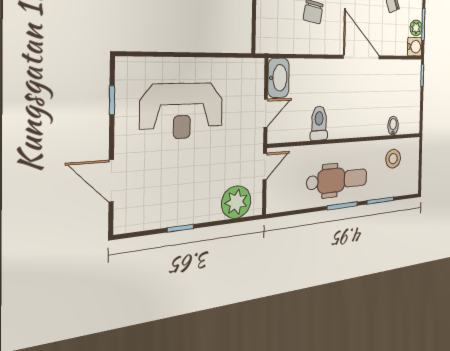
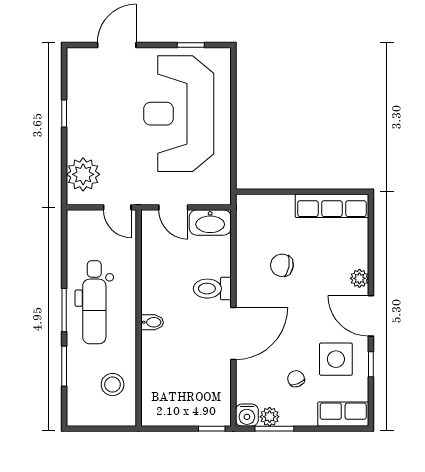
reception desk: (182, 111) -> (179, 114), width x1.36, depth x1.30
toilet: (319, 123) -> (212, 289), moved, turned 180
bidet: (393, 126) -> (152, 322), moved

